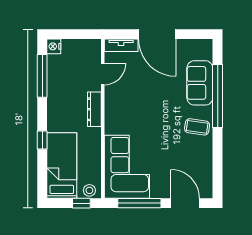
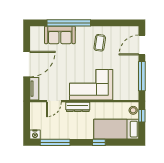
door: (103, 74) -> (54, 101), swing flipped
coffee table: (197, 127) -> (100, 43), moved
corner sofa: (127, 167) -> (91, 85), moved

